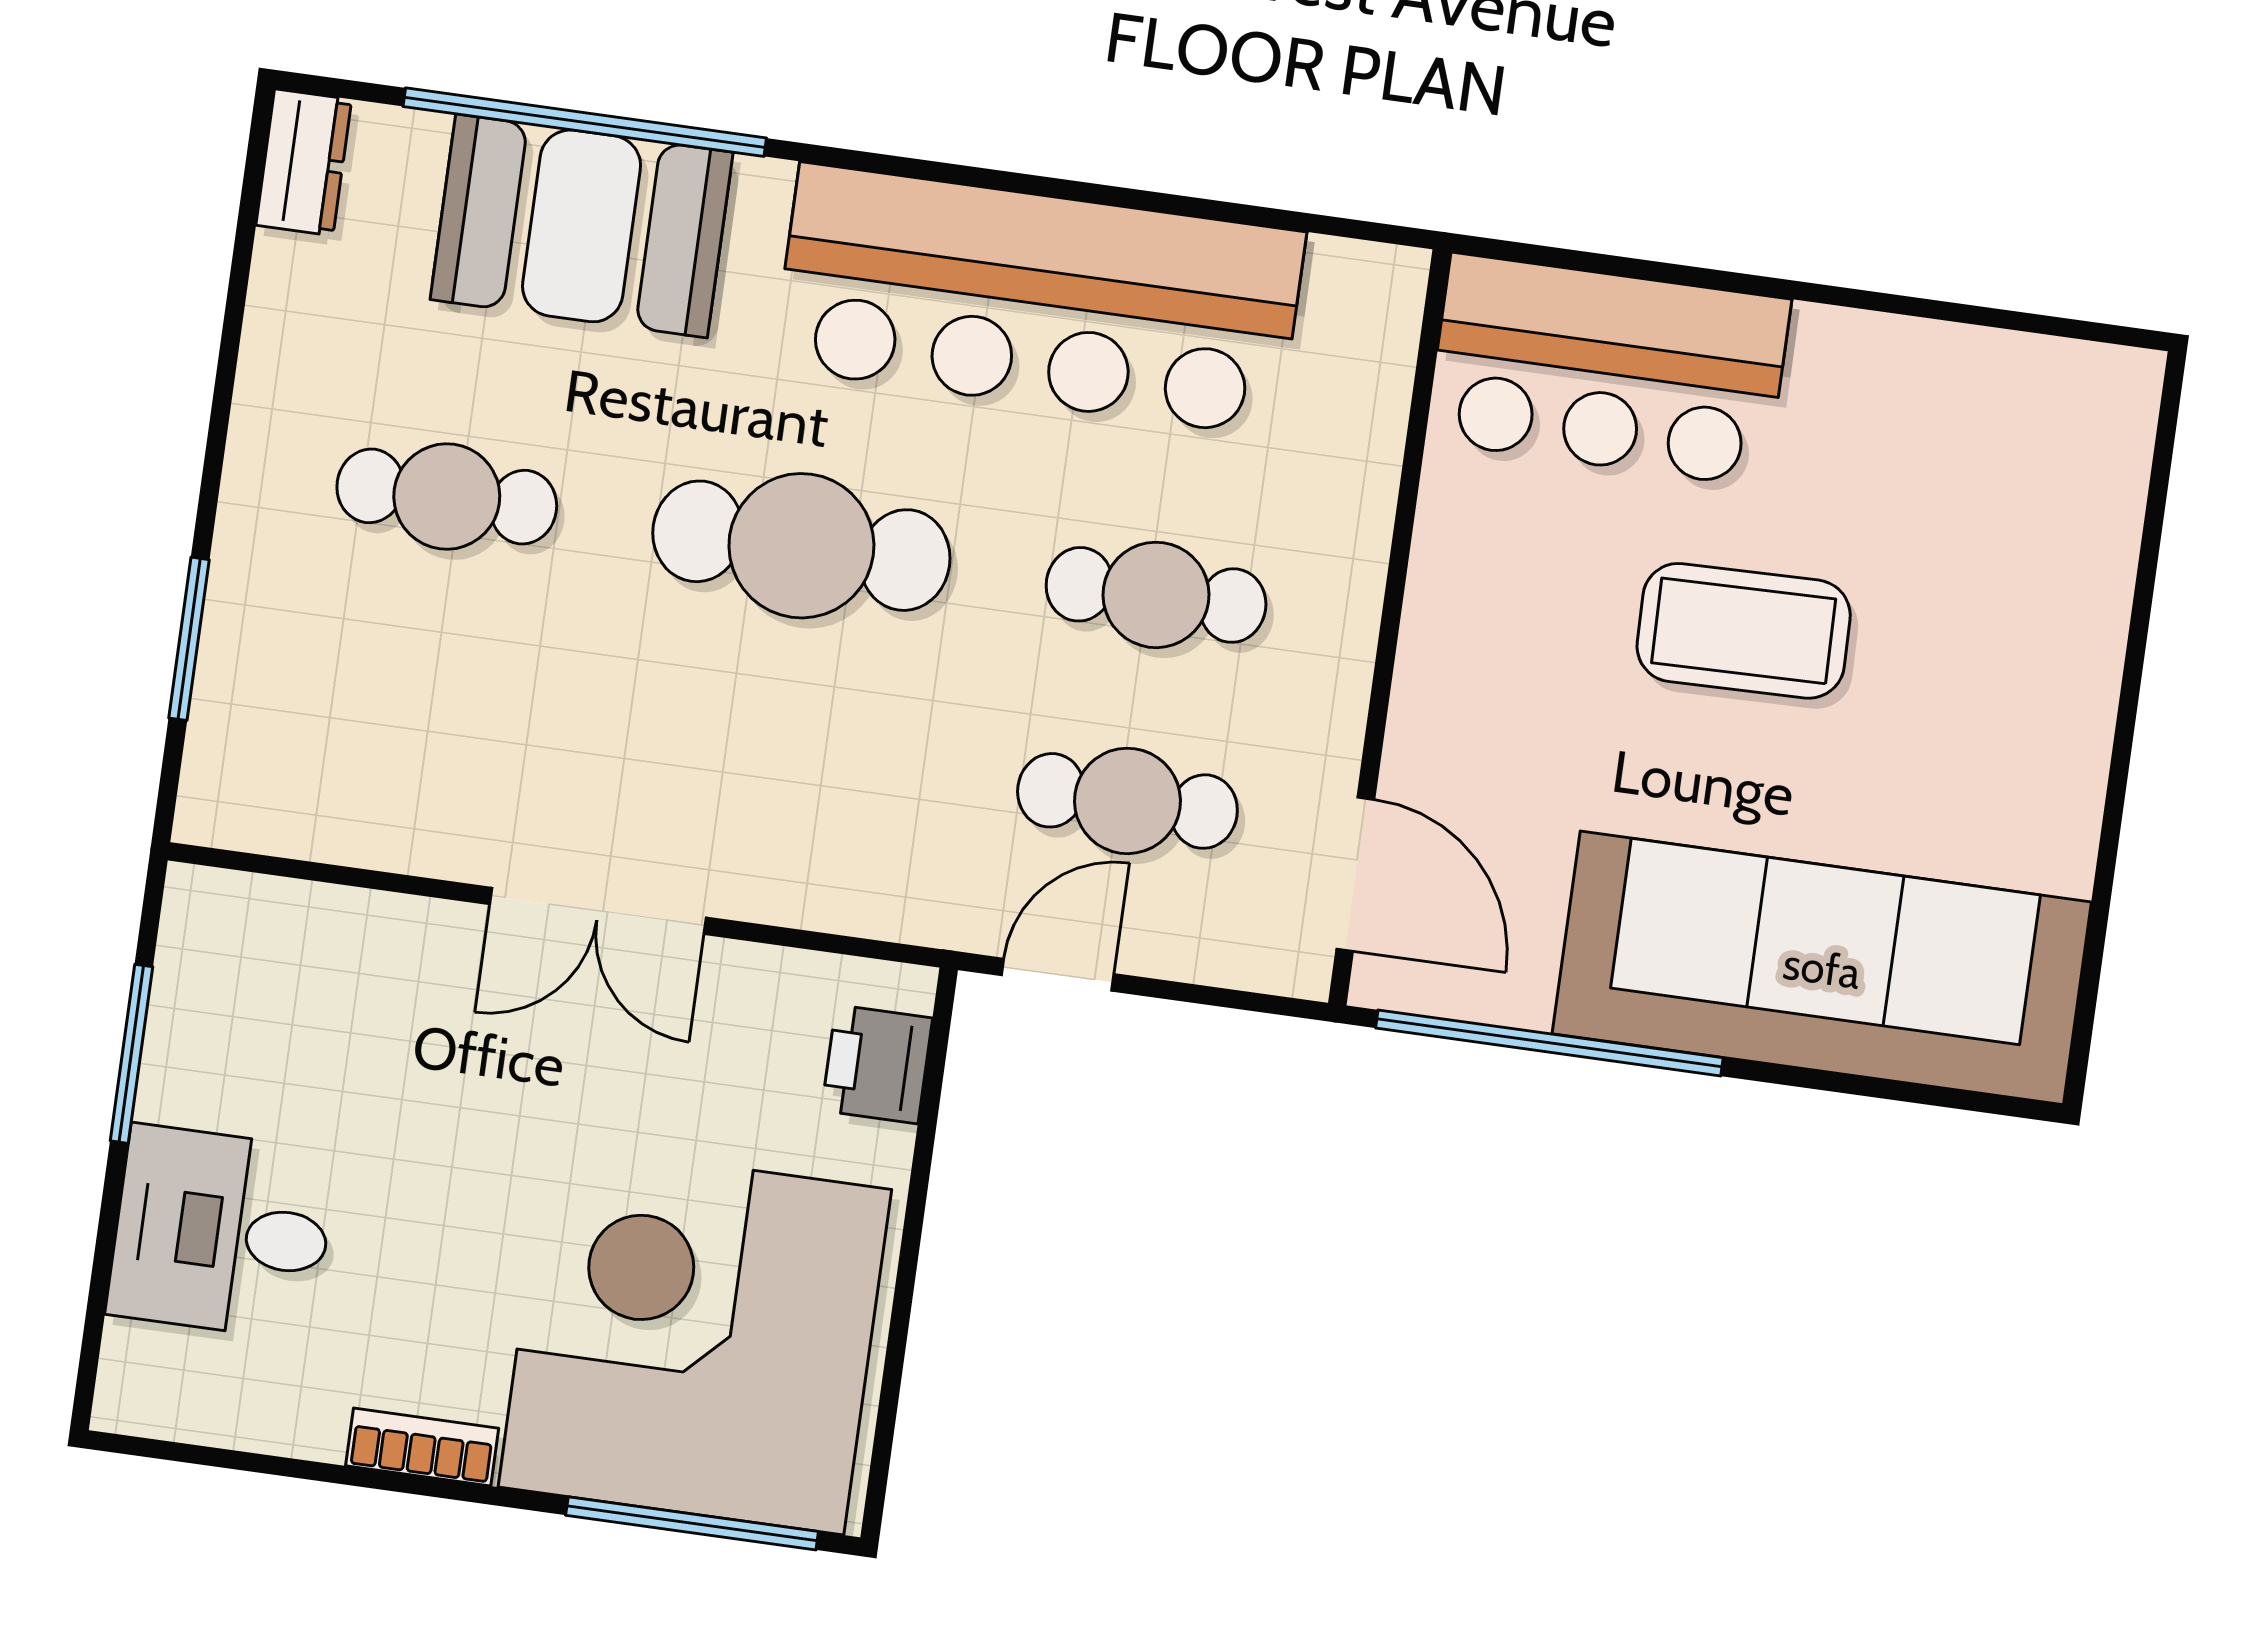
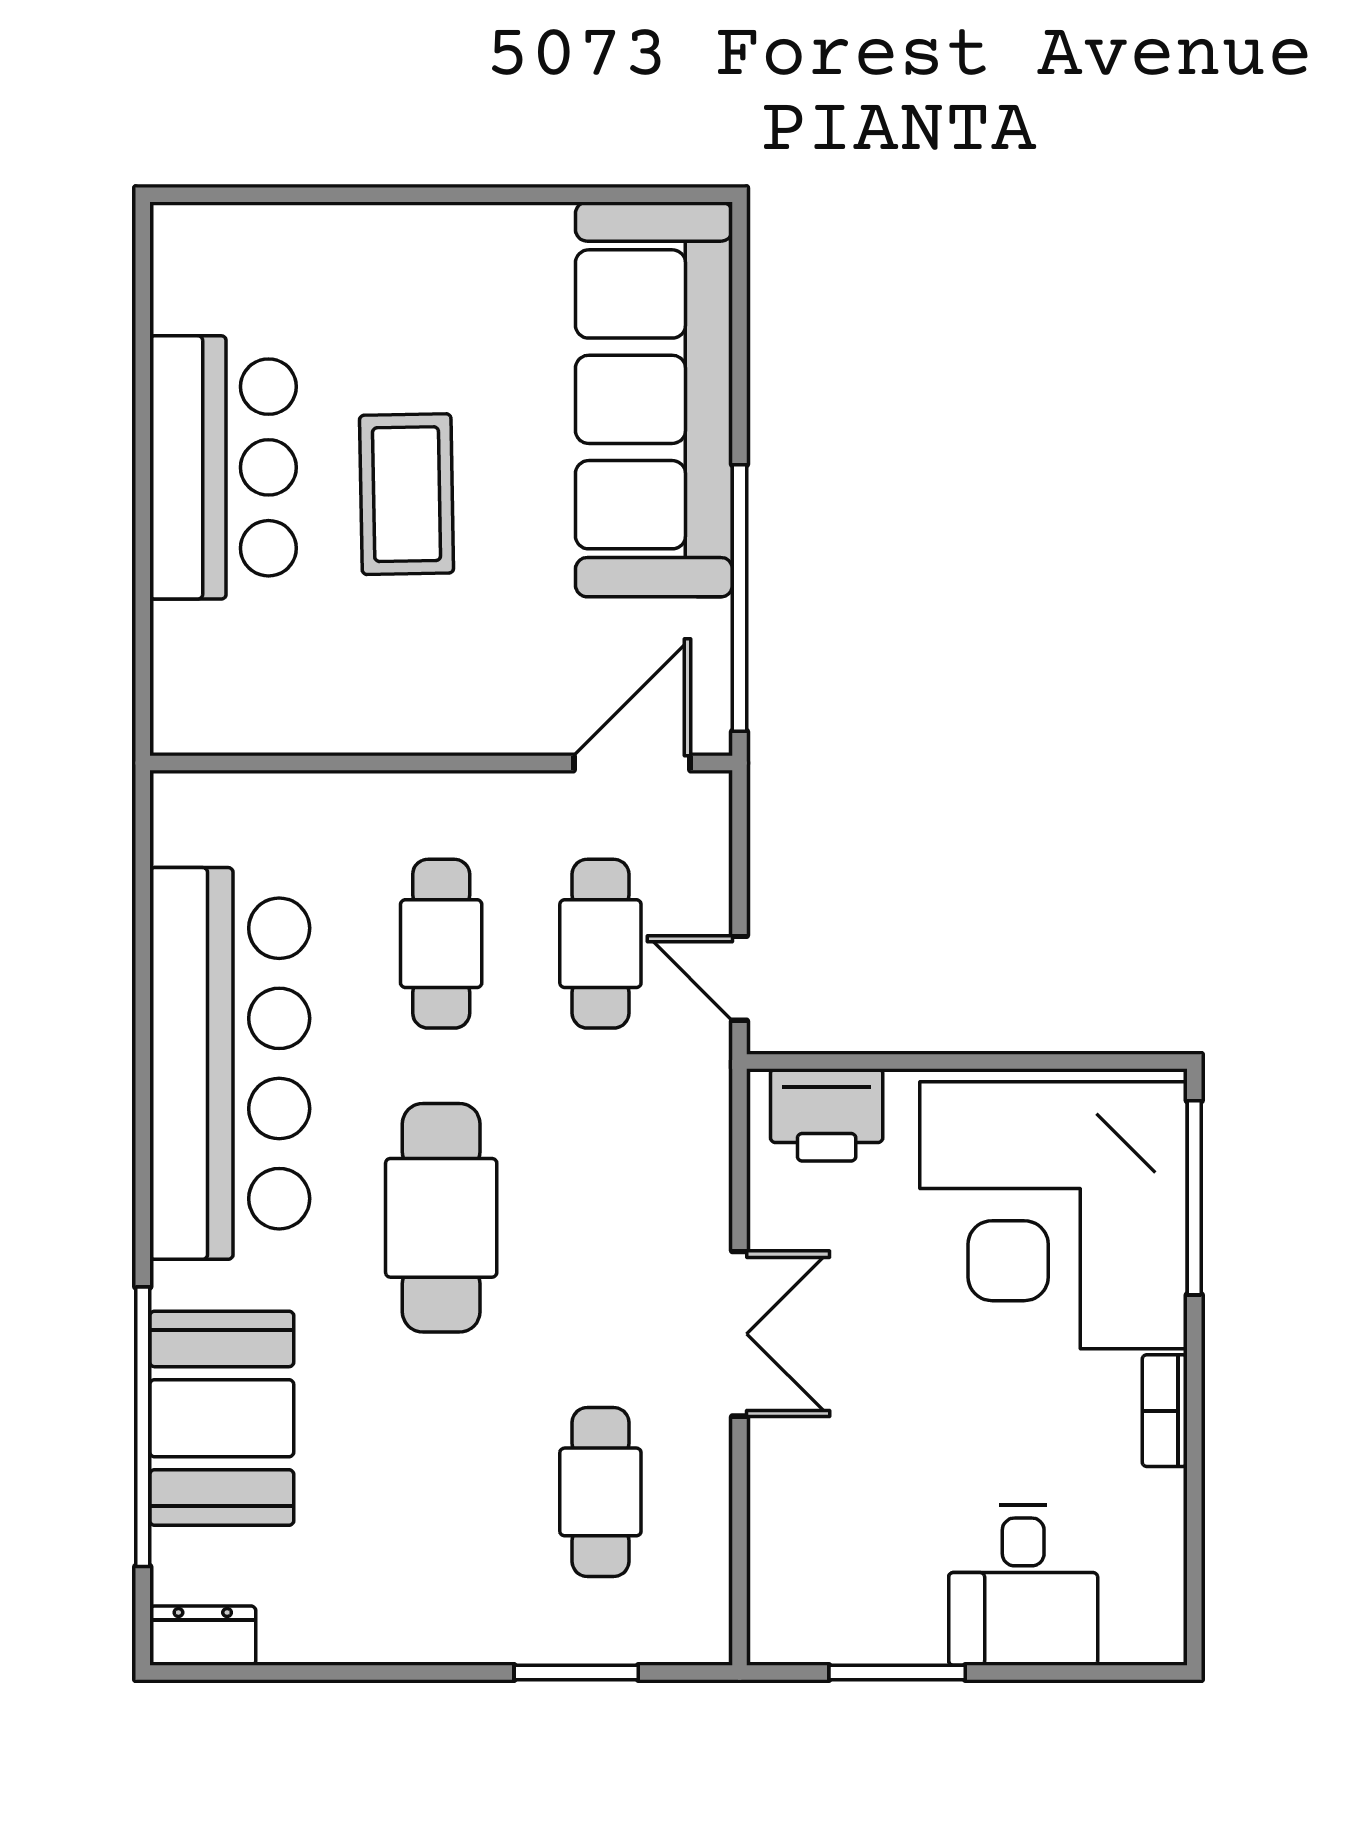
bar counter: (1608, 370) -> (223, 467), moved
cafe table: (447, 496) -> (600, 1492), moved
printer: (877, 1064) -> (827, 1115), width x1.36, depth x1.24

